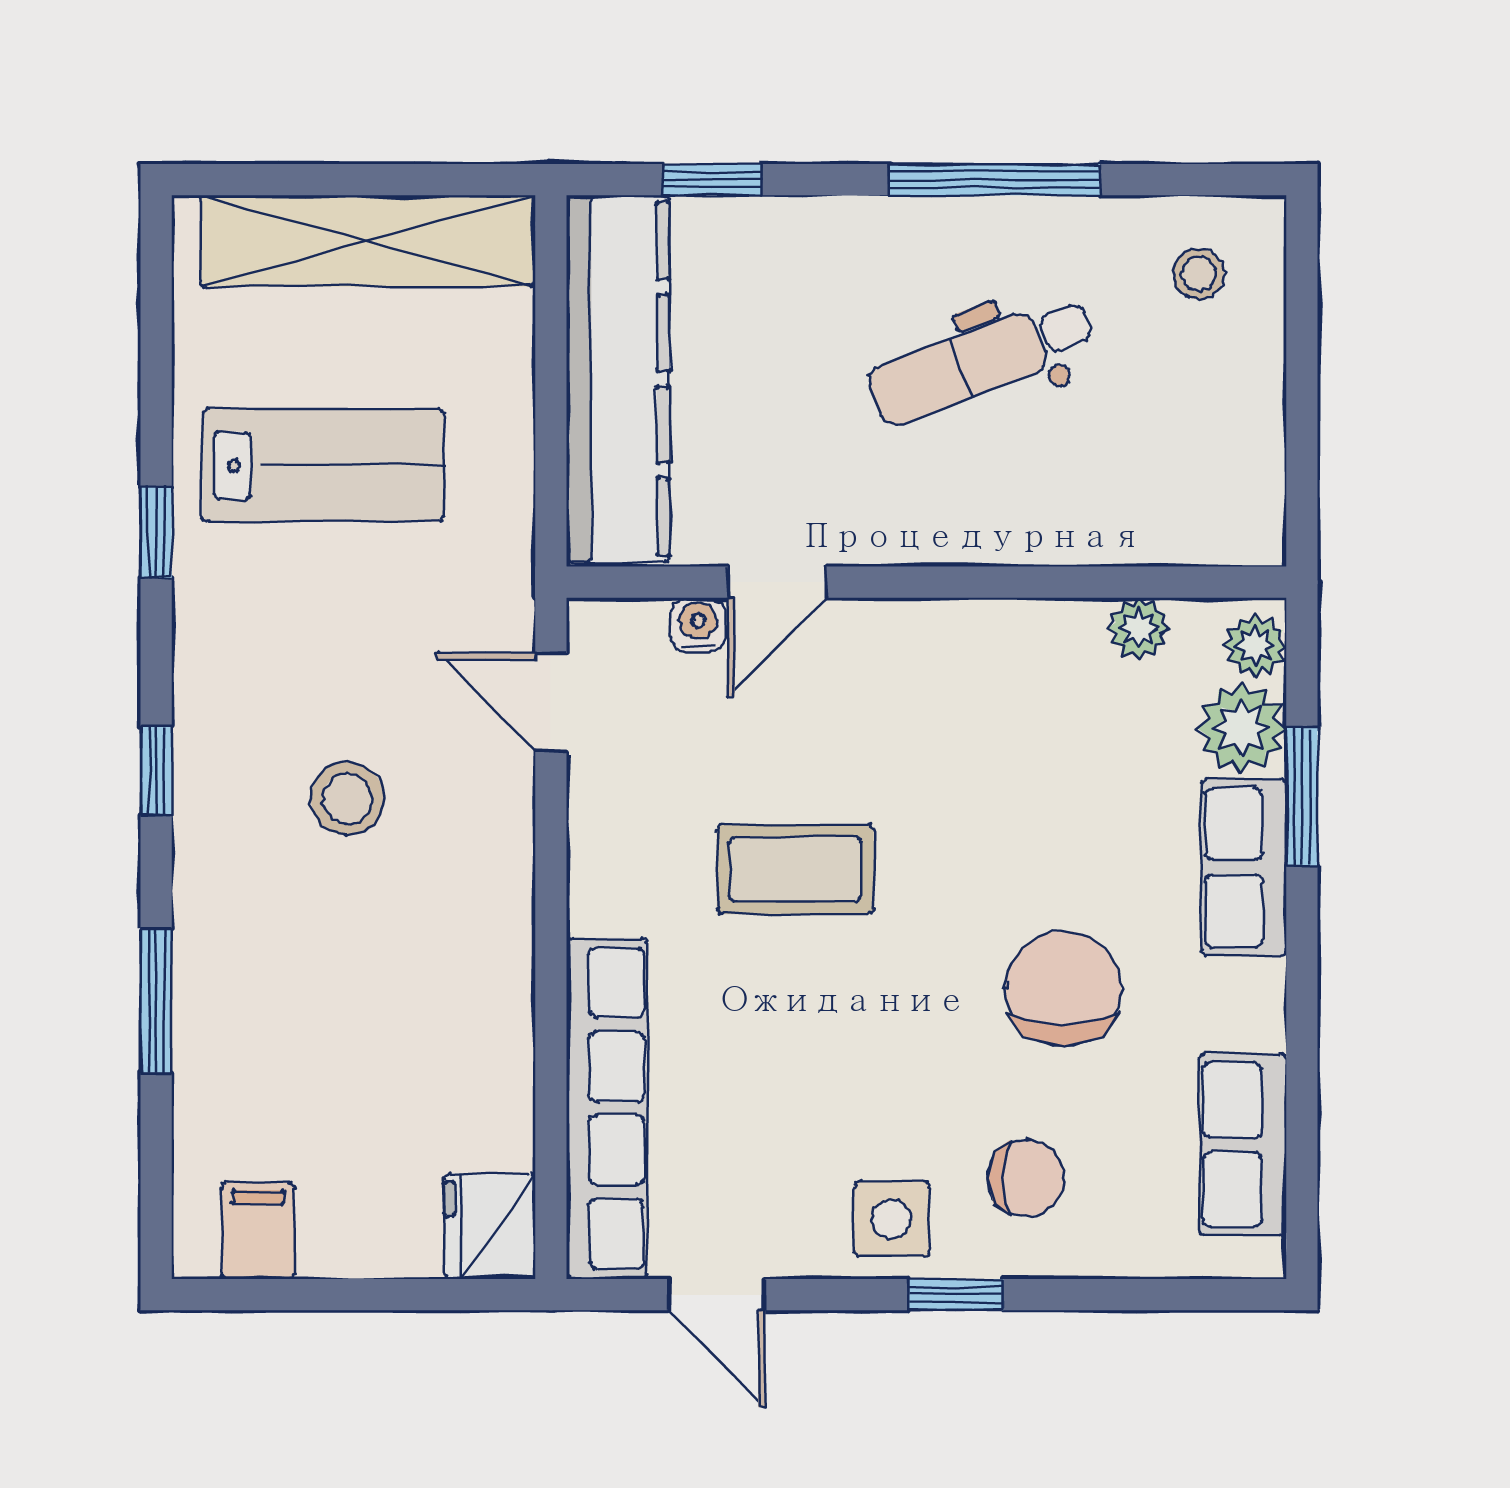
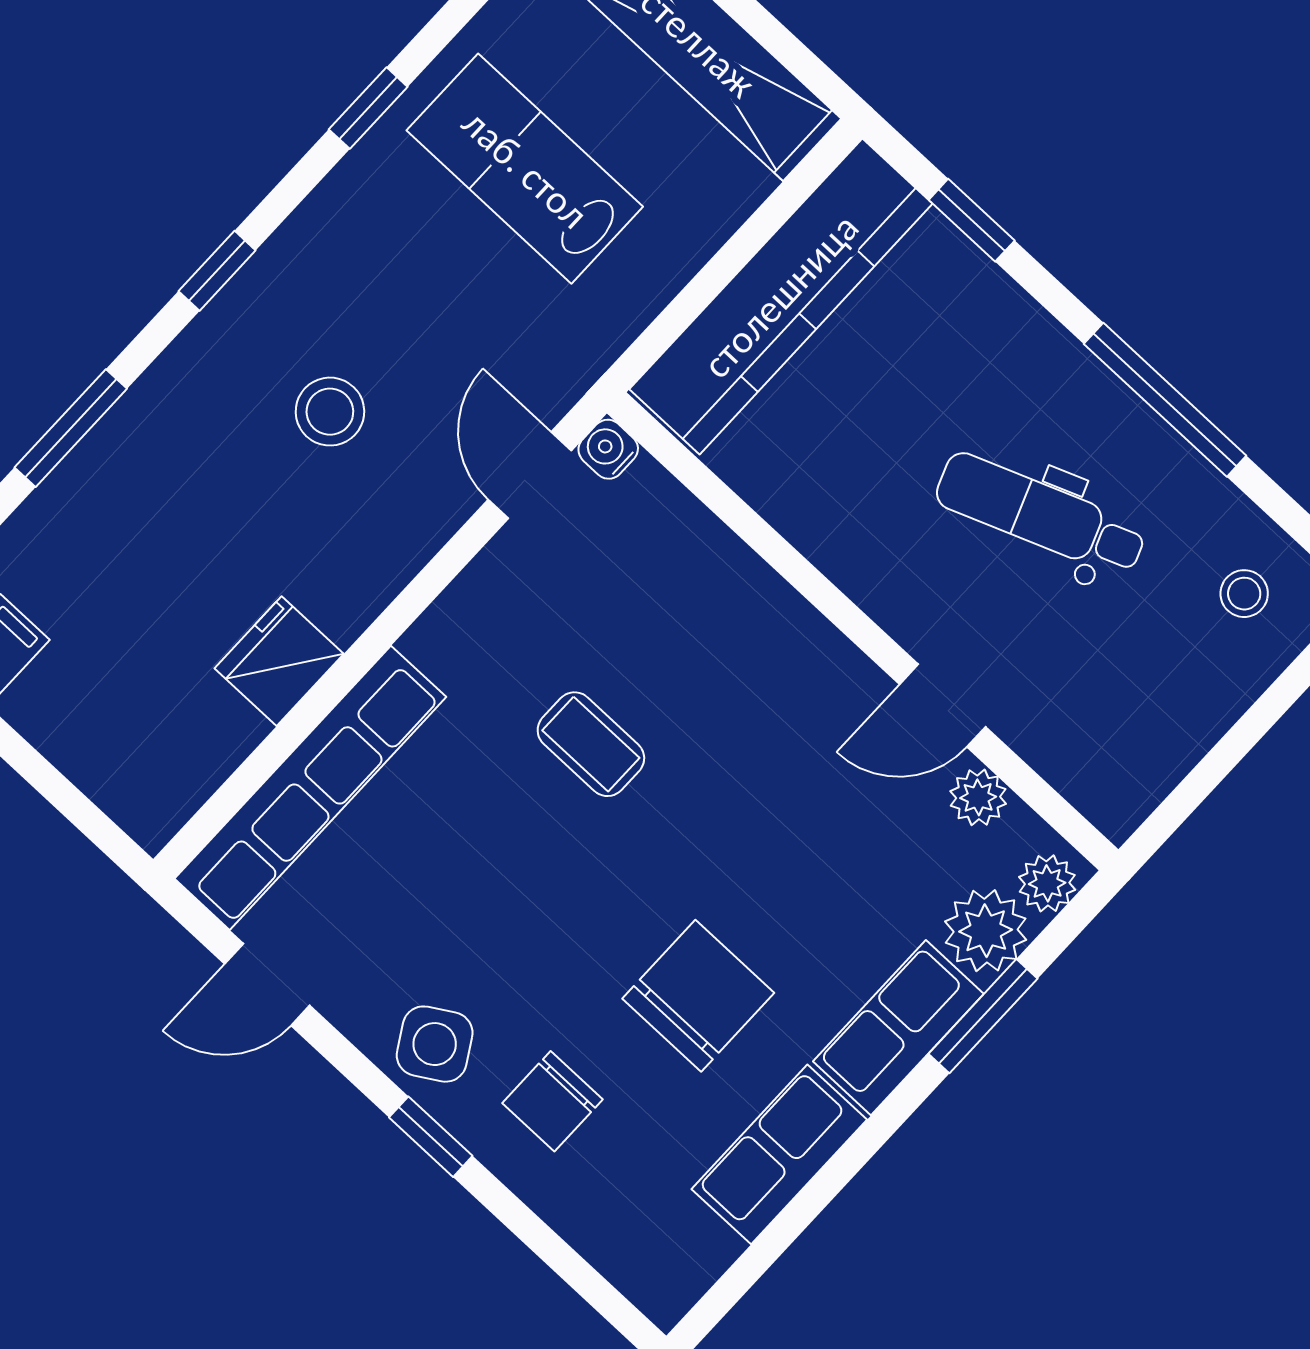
lab bench: (323, 465) -> (525, 169), turned 180
door: (777, 582) -> (943, 706), moved
water cooler: (698, 625) -> (608, 449), moved, turned -90
coffee table: (795, 869) -> (591, 744), width x0.73, depth x0.77
row of seats: (1243, 1145) -> (779, 1154), moved
chair: (1026, 1178) -> (552, 1101), turned 90
side table: (892, 1219) -> (435, 1044), turned -31
fridge: (490, 1226) -> (279, 661), moved
door: (717, 1295) -> (267, 985), hinge flipped

